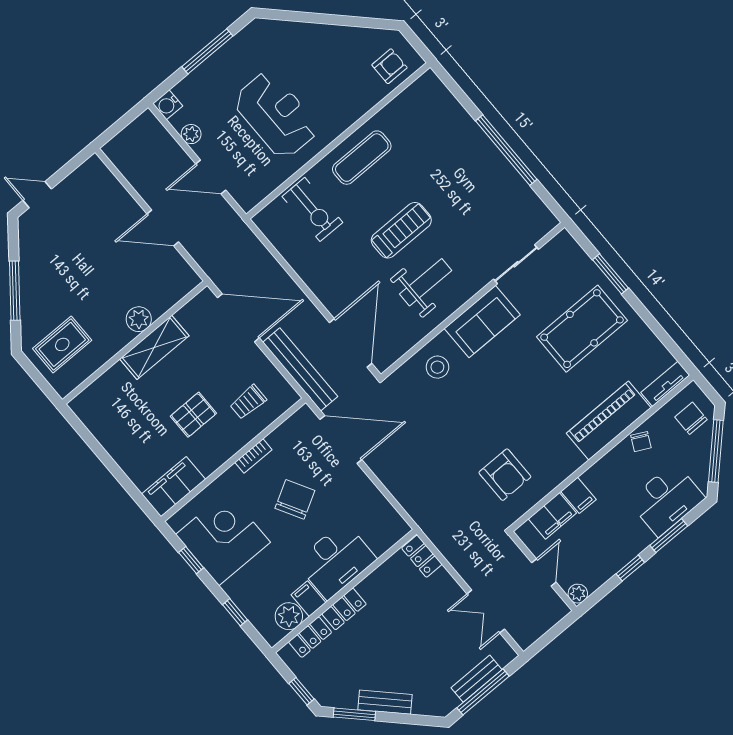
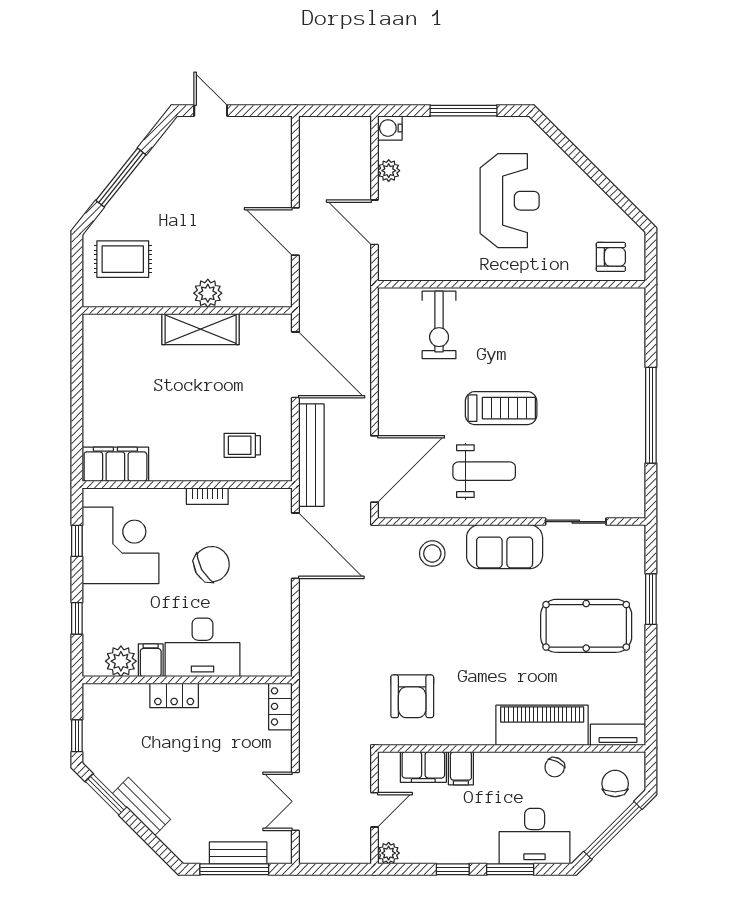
reception desk: (276, 115) -> (510, 201), moved
exercise mat: (362, 158) -> (520, 316), removed
pallet: (193, 415) -> (185, 416), removed
locker: (310, 637) -> (124, 695), removed

